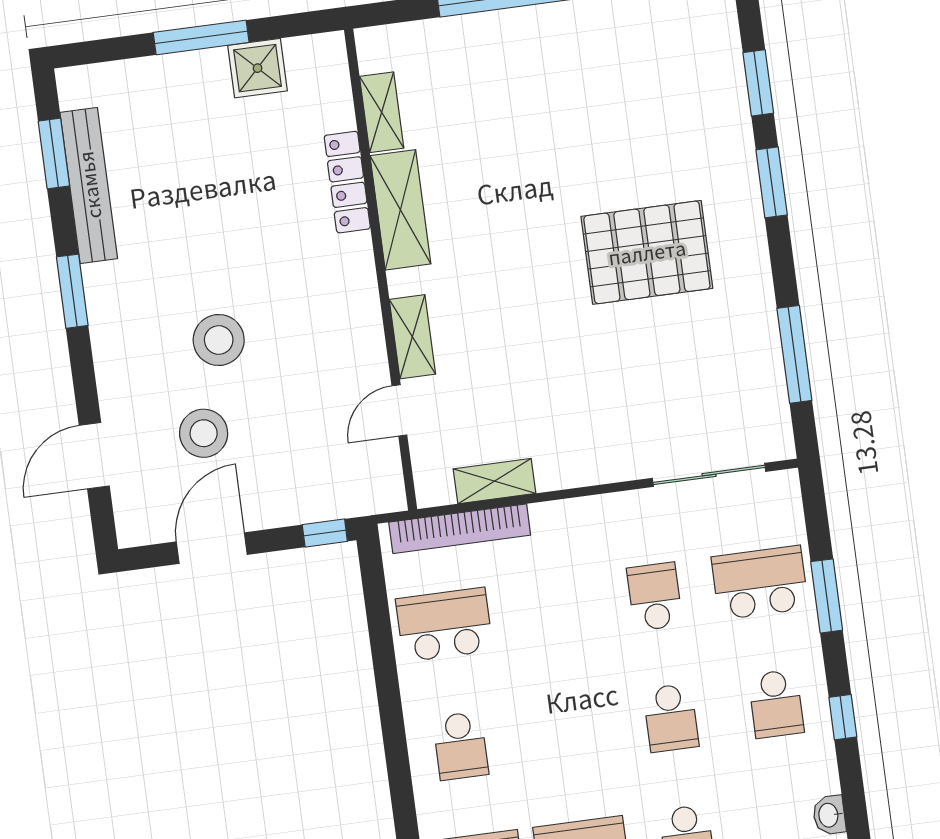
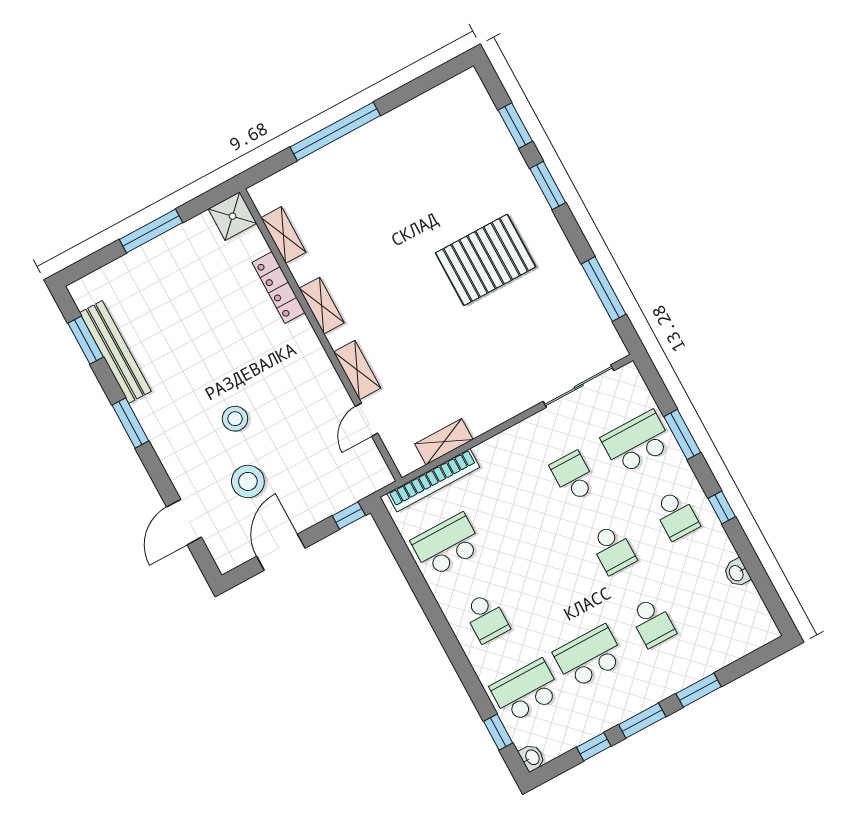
shower: (258, 68) -> (233, 216), moved
shelving: (400, 210) -> (322, 306), width x0.67, depth x0.75
stool: (219, 340) -> (235, 419), width x0.73, depth x0.73

